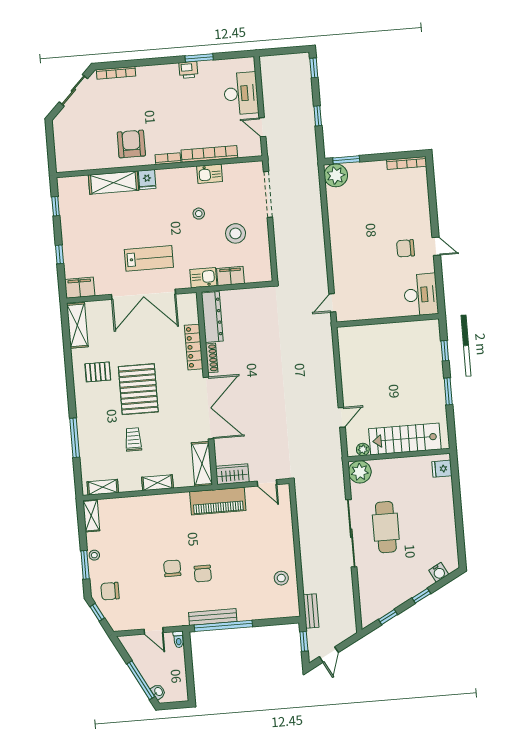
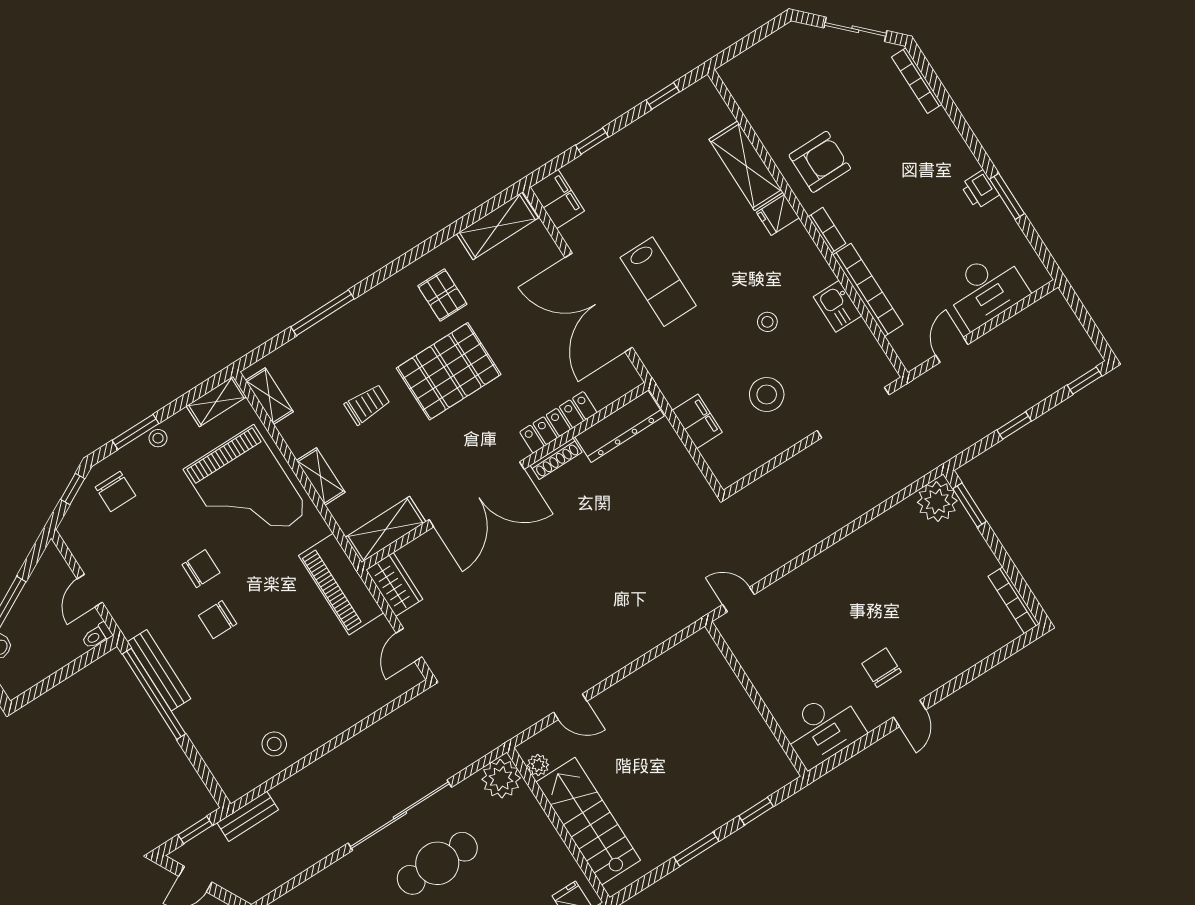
kitchen sink: (203, 278) -> (673, 381), removed
grand piano: (145, 524) -> (247, 491), added
chair: (110, 591) -> (115, 491), turned 180

